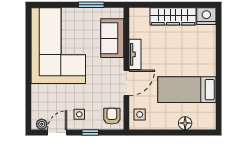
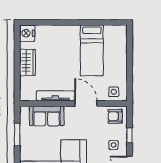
wardrobe: (173, 16) -> (27, 63), width x0.67
tv unit: (135, 54) -> (55, 96), width x1.41
floor lamp: (185, 123) -> (121, 52), removed

